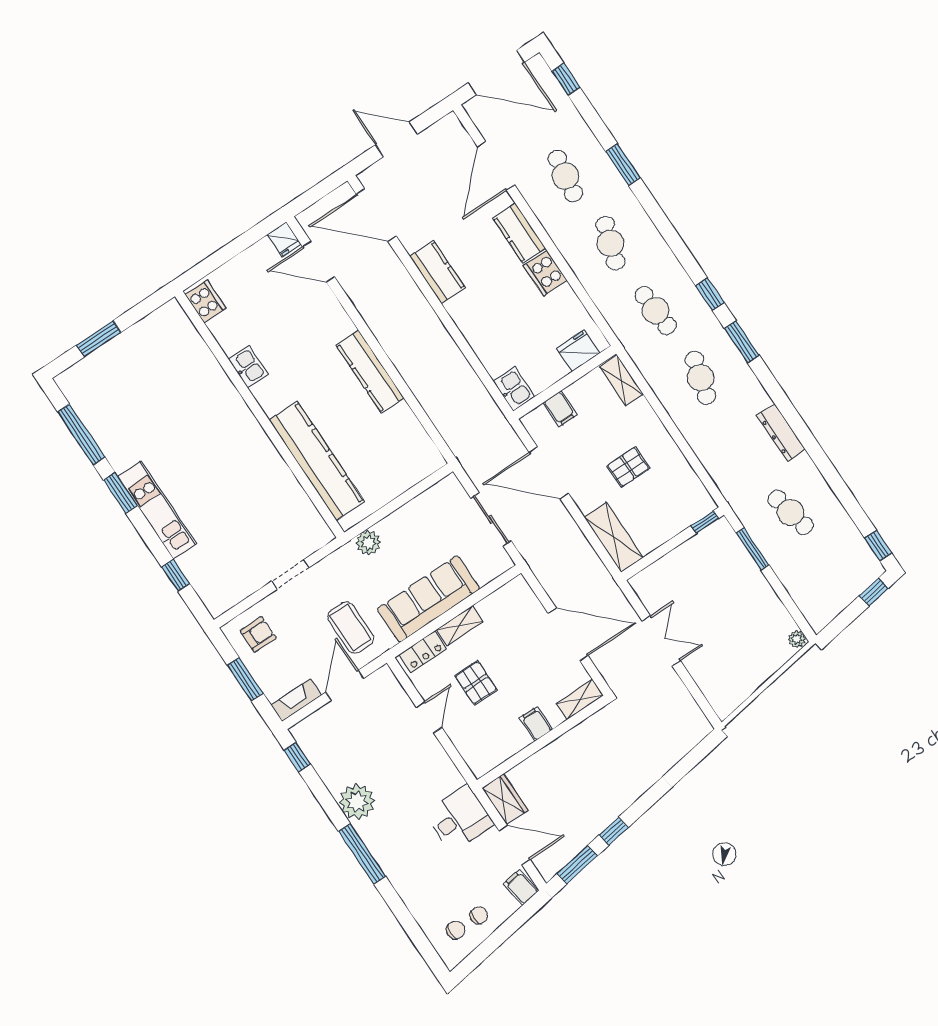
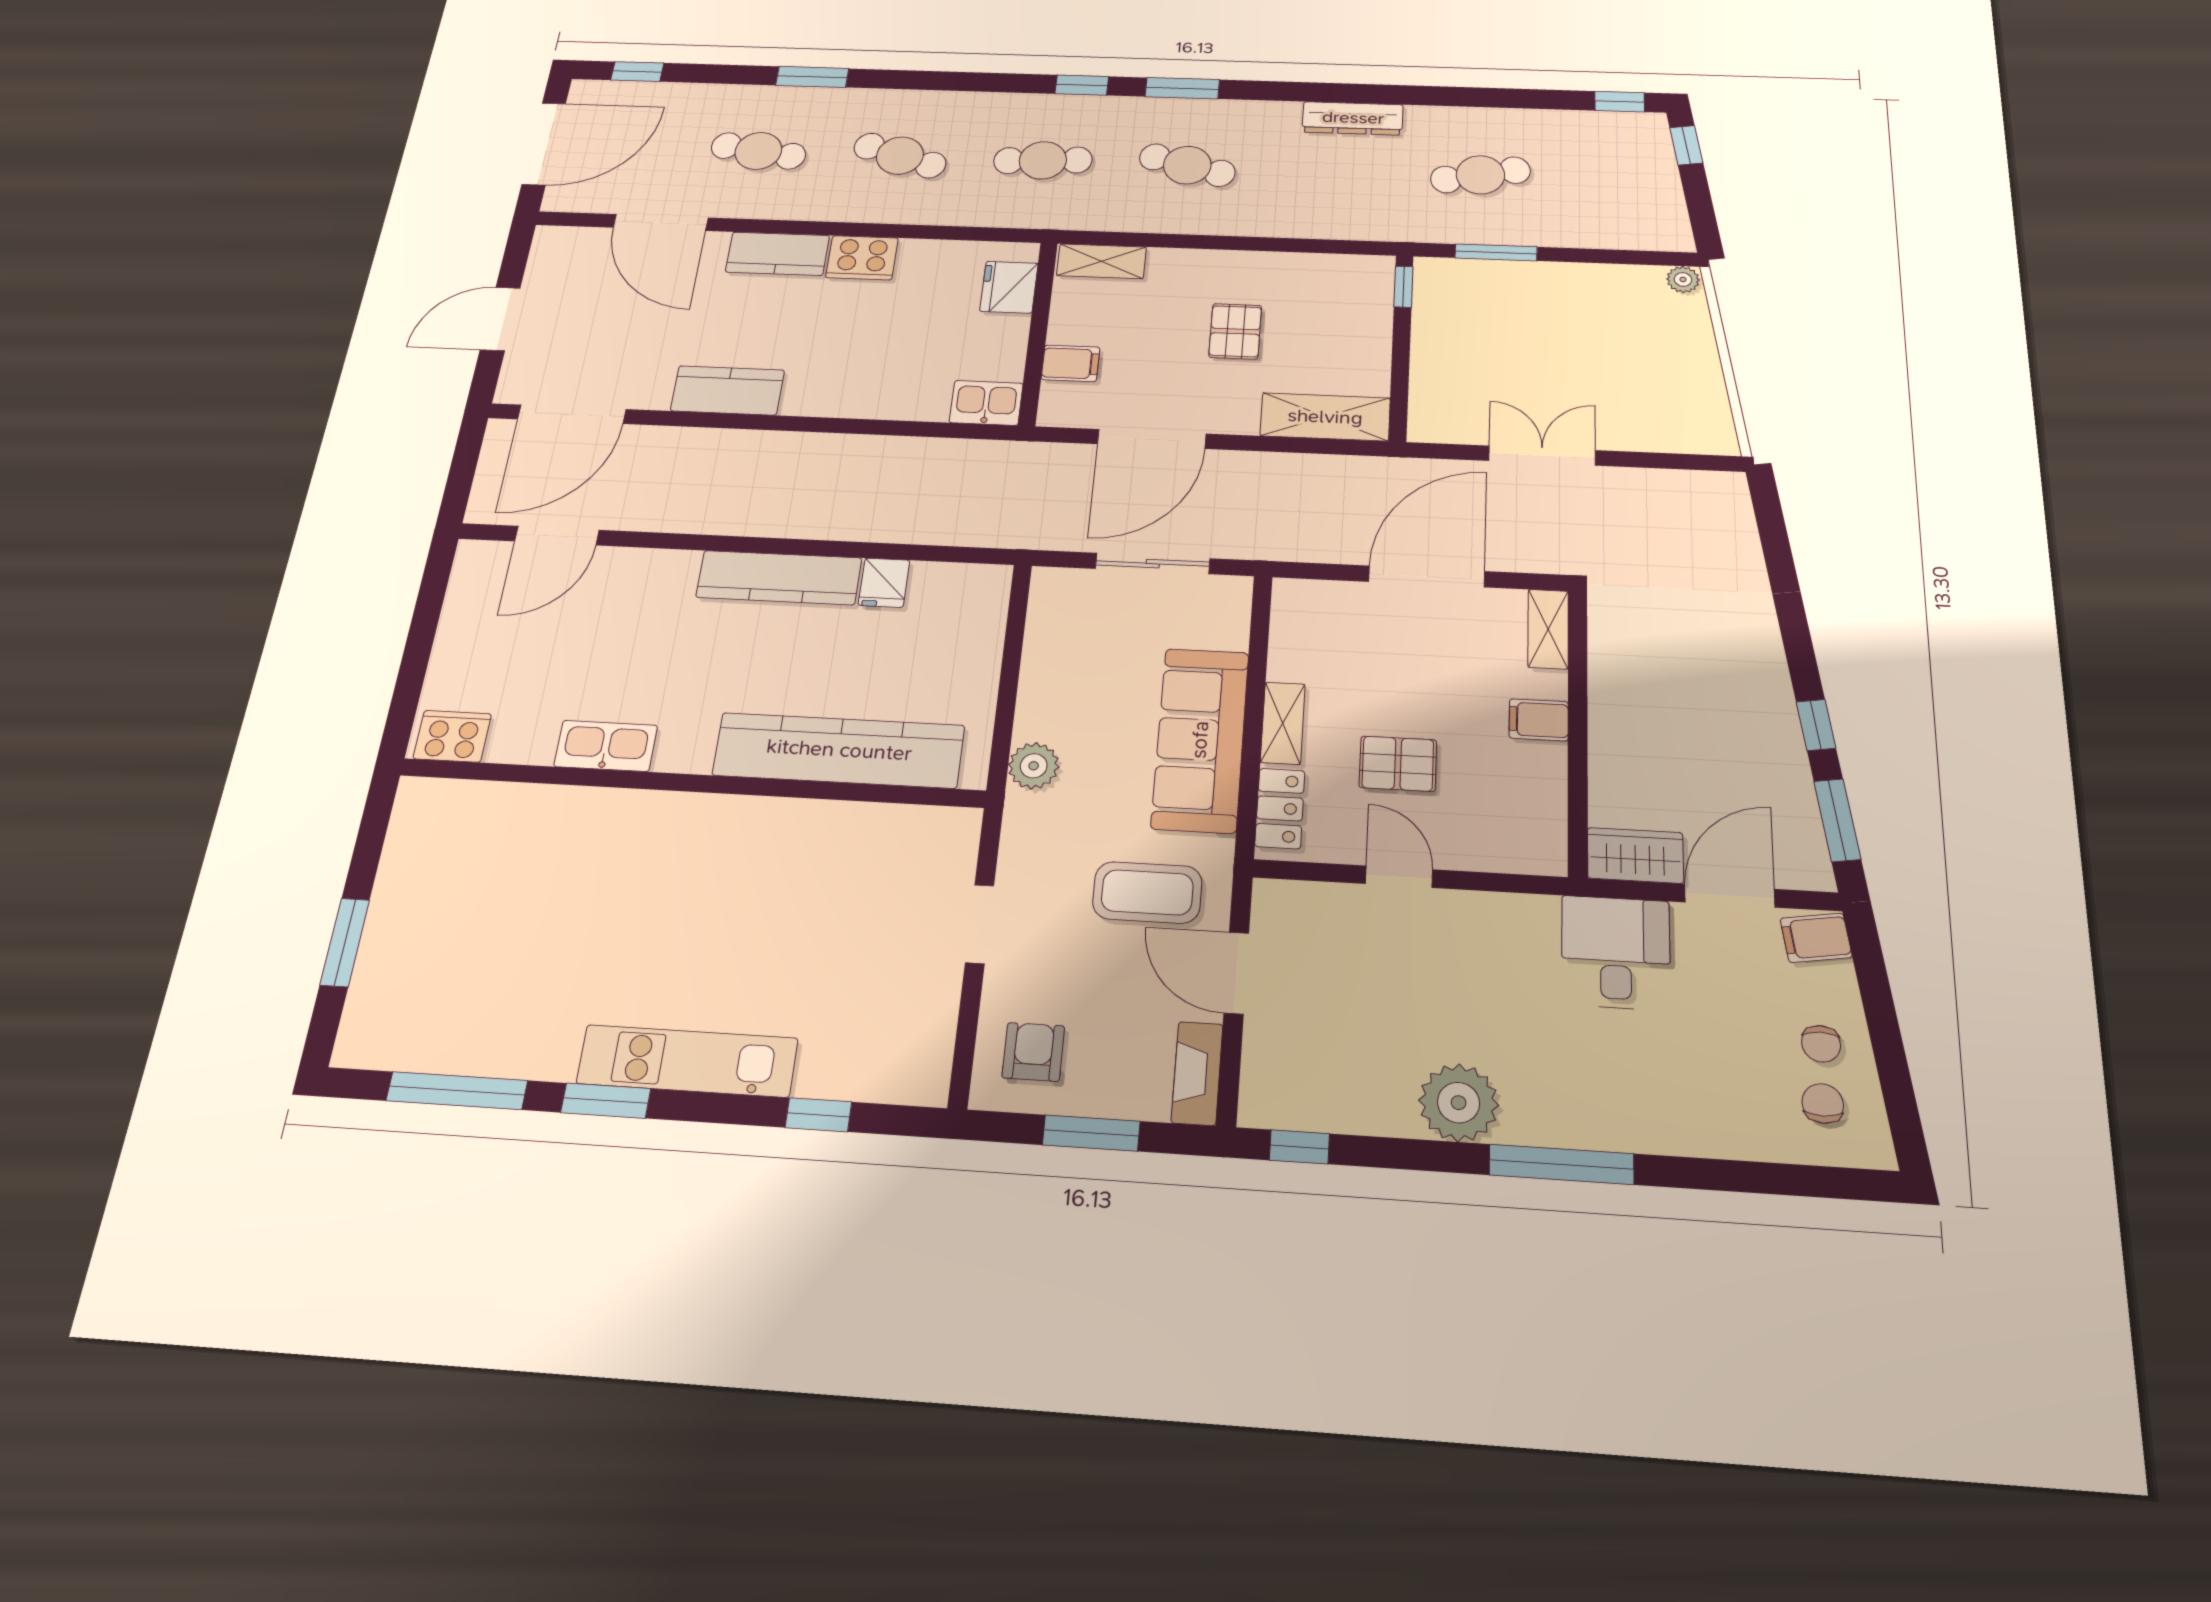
fridge: (284, 239) -> (884, 583), moved, turned 90
kitchen sink: (248, 367) -> (606, 746), width x1.38
chair: (479, 915) -> (1821, 1044), turned 180

